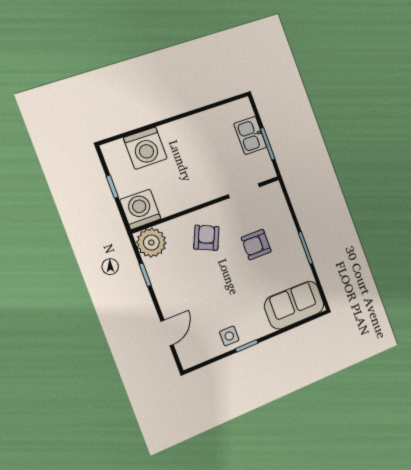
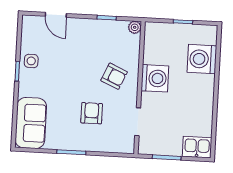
kitchen sink: (250, 136) -> (197, 147), moved
washing machine: (140, 209) -> (155, 78), moved
plant: (151, 243) -> (135, 27), width x0.53, depth x0.53

